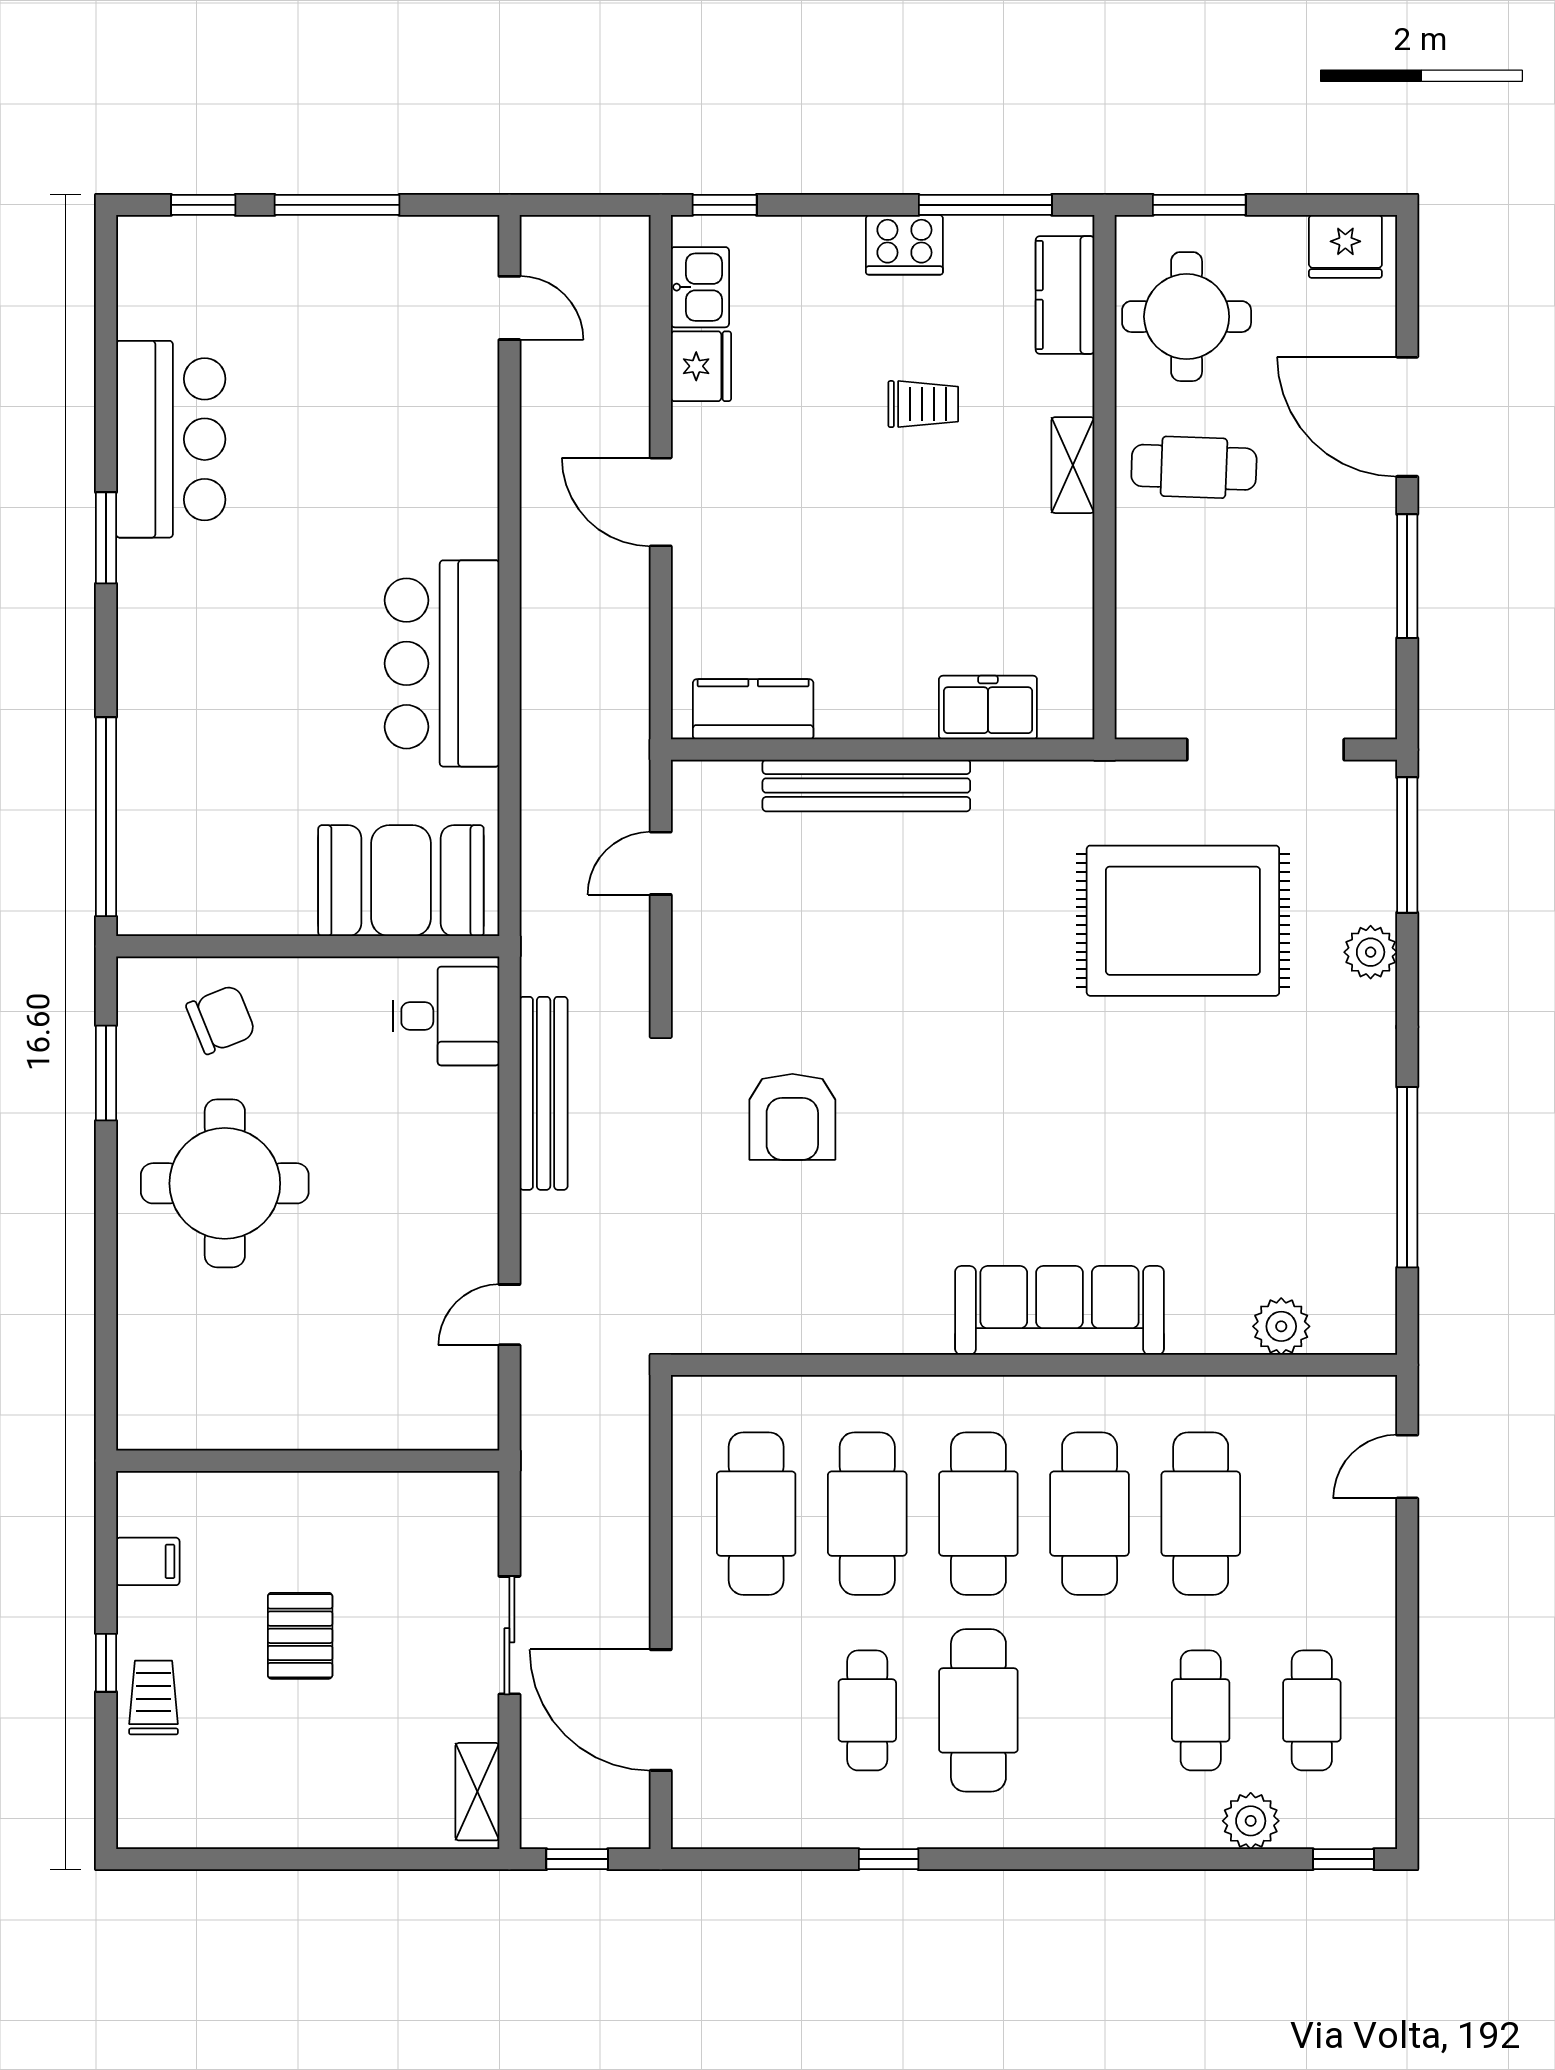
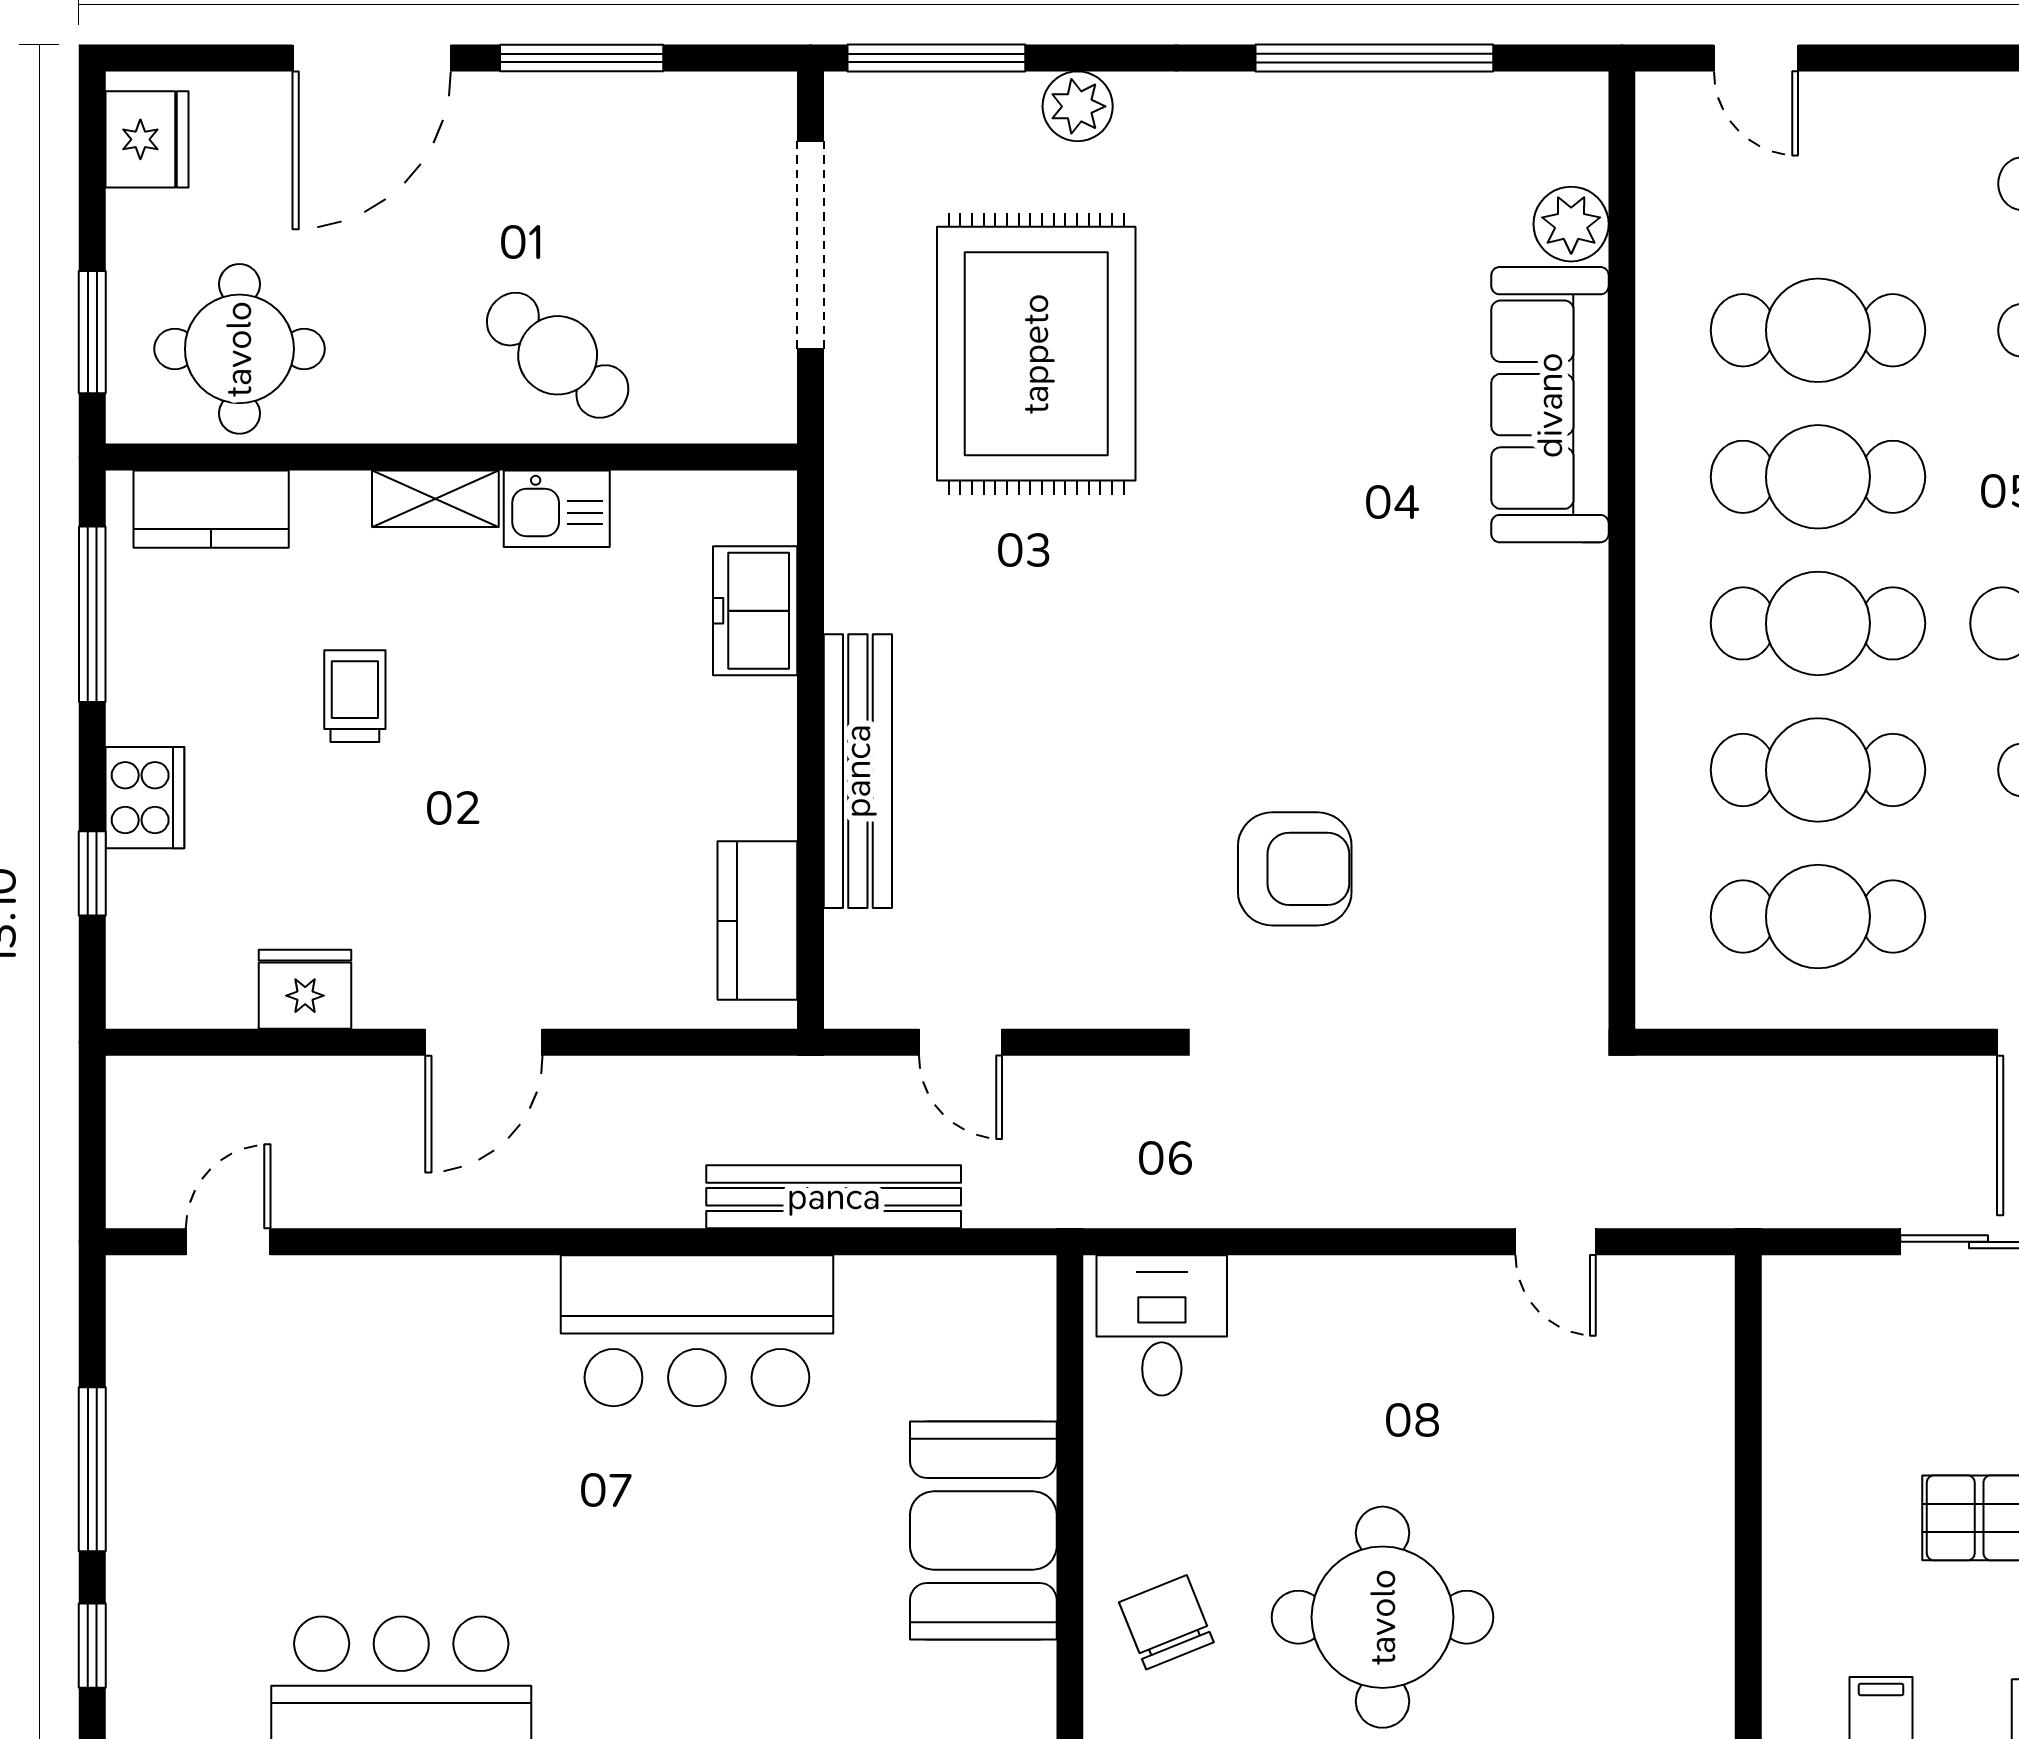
window: (725, 205) -> (92, 873), moved
cooker: (904, 245) -> (145, 798), moved
kitchen sink: (700, 287) -> (557, 509), moved, turned 180
cafe table: (1194, 467) -> (558, 355), moved, turned -53
booth: (401, 881) -> (983, 1531), moved
bench: (544, 1093) -> (834, 1197), moved
sofa: (1060, 1310) -> (1550, 405), moved

